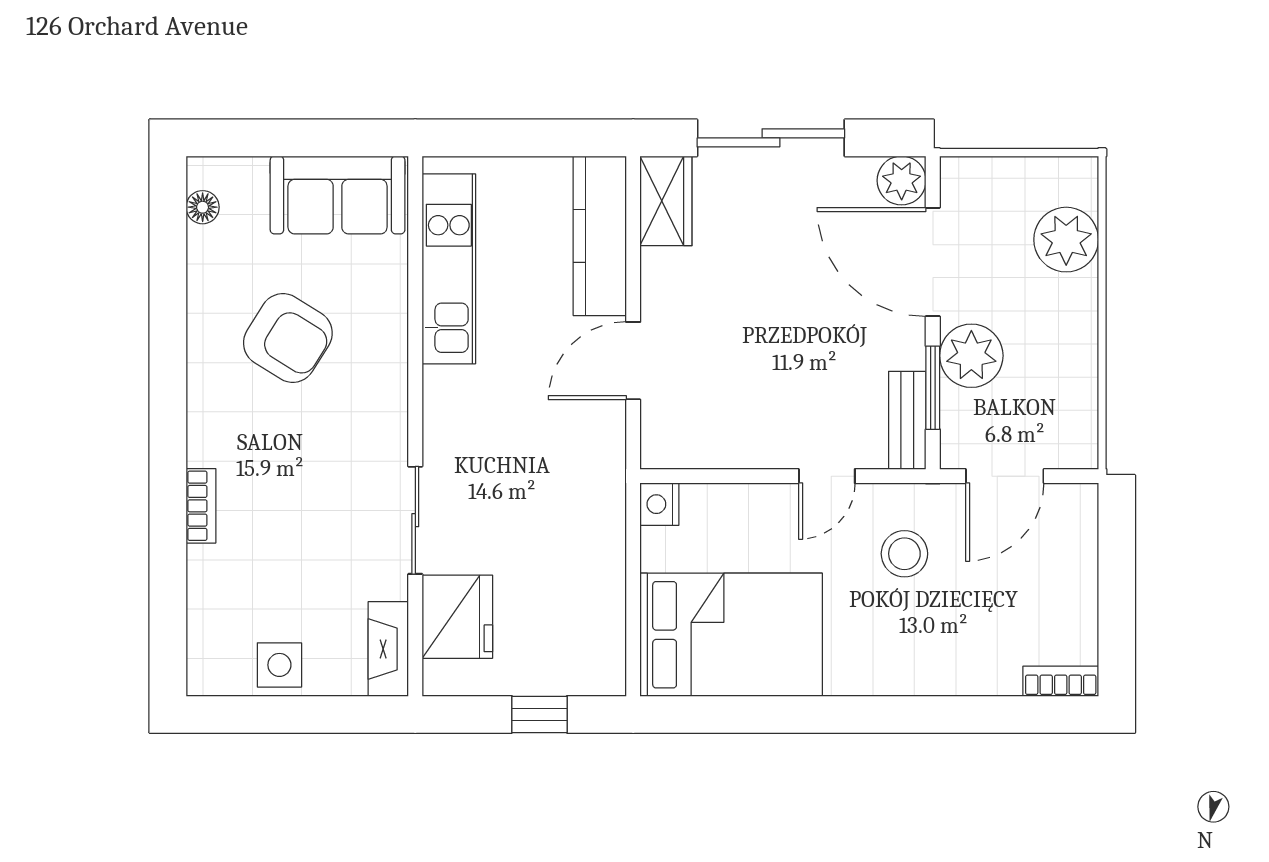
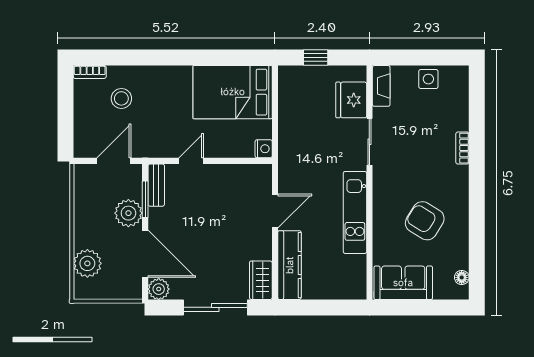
kitchen unit: (449, 269) -> (355, 212), moved
stool: (904, 554) -> (121, 98), moved

